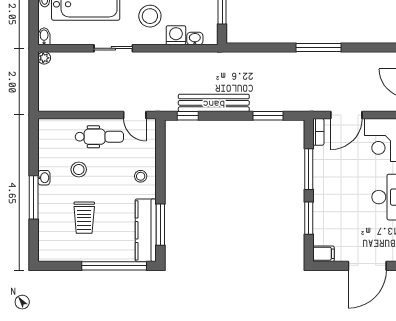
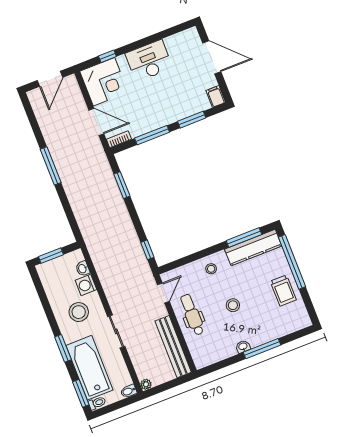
bench: (214, 103) -> (173, 347), moved
stool: (79, 169) -> (233, 305), moved
trolley: (84, 218) -> (283, 291), moved, turned 90

